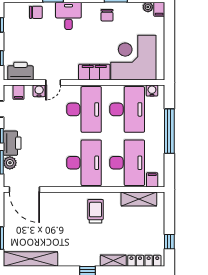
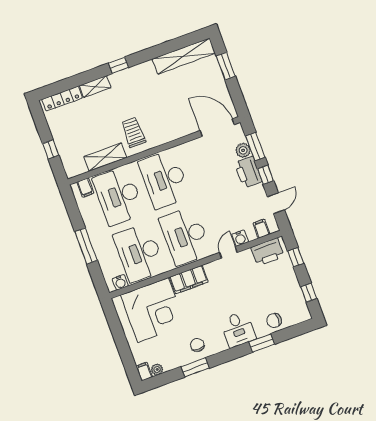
window: (169, 131) -> (86, 246), width x0.68
shelving: (139, 199) -> (105, 157), moved
trolley: (95, 211) -> (133, 132), turned 180
window: (169, 242) -> (51, 149), moved

